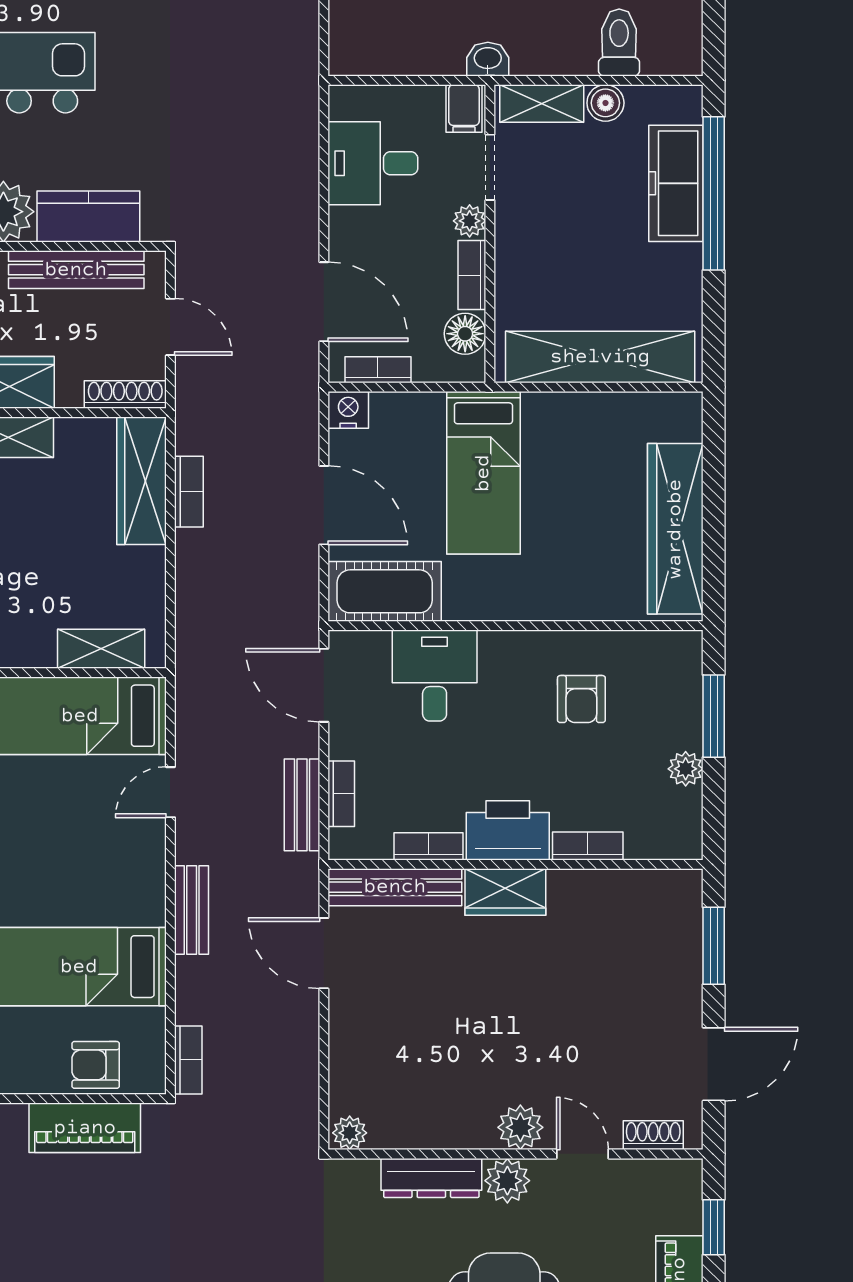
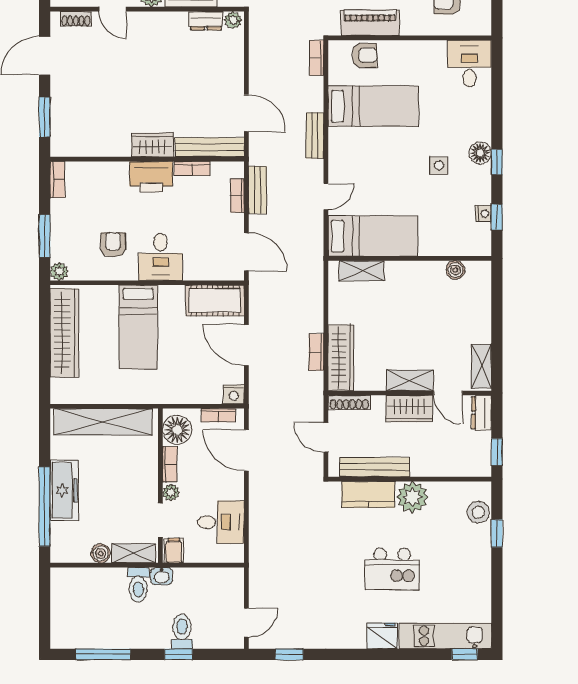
toilet: (619, 42) -> (138, 585), moved
freezer: (676, 183) -> (64, 490), moved
floor lamp: (465, 334) -> (177, 430), width x1.38, depth x1.38
bed: (483, 473) -> (138, 327), moved, turned 180
desk: (435, 676) -> (161, 257), moved
plant: (686, 769) -> (59, 271), moved
bookcase: (588, 846) -> (57, 180), moved, turned -90
plant: (520, 1127) -> (145, 23), removed
dresser: (402, 1132) -> (206, 21), added

